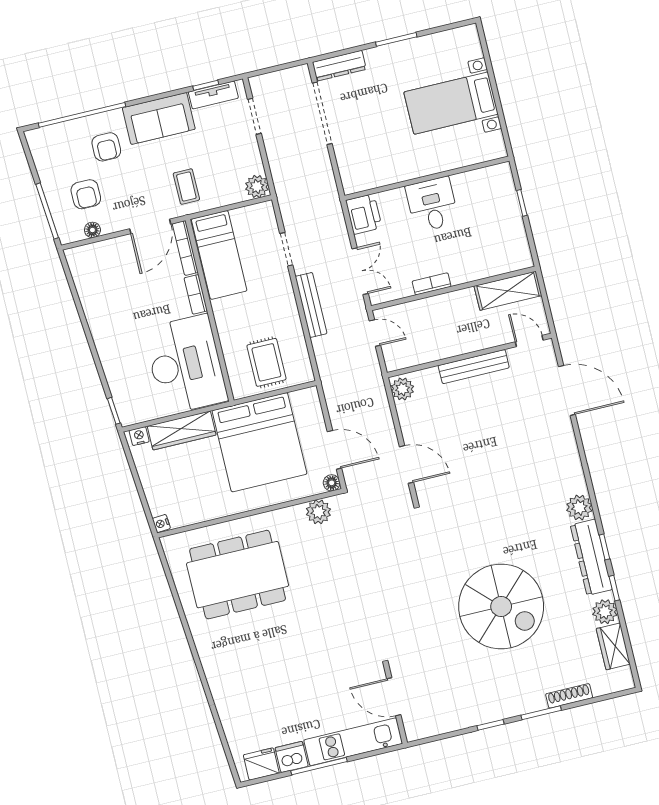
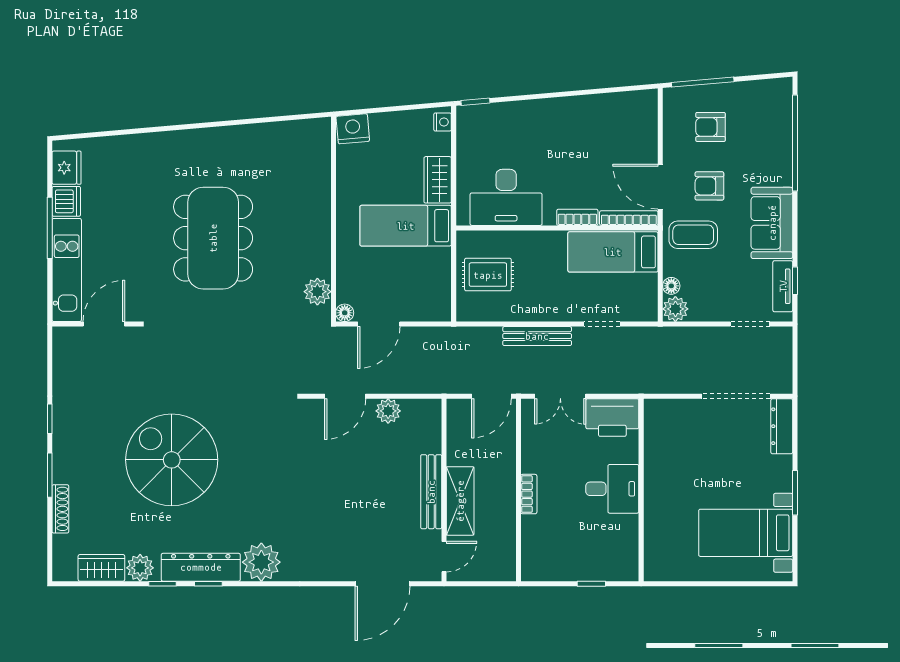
bed with nightstands: (451, 103) -> (746, 533), moved, turned -90
armchair: (106, 147) -> (709, 186), moved
coffee table: (186, 187) -> (693, 235), width x1.36, depth x1.30
printer: (364, 214) -> (612, 418), width x1.37, depth x1.19
floor lamp: (92, 230) -> (671, 286), moved
bookcase: (432, 284) -> (529, 494), moved
shelving: (508, 291) -> (460, 501), moved
door: (375, 333) -> (491, 396), width x1.38
desk: (186, 365) -> (506, 197), width x0.73, depth x0.77
plant: (402, 389) -> (388, 411), moved
wardrobe: (182, 430) -> (438, 180), width x0.67
bed: (259, 442) -> (406, 226), width x0.49
plant: (579, 507) -> (261, 562), width x1.36, depth x1.36
nightstand: (161, 523) -> (353, 129), width x1.89, depth x1.79
dining table: (238, 575) -> (213, 238), moved
spiral stairs: (501, 606) -> (172, 460), turned 90

